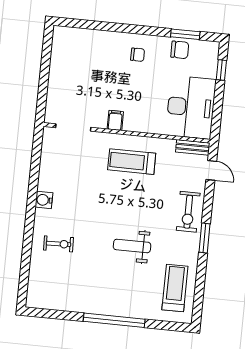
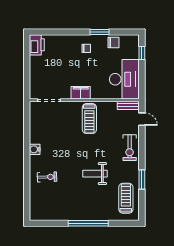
window: (185, 34) -> (100, 32), moved
printer: (63, 42) -> (37, 45), added
filing cabinet: (115, 120) -> (81, 93), width x2.00
treadmill: (132, 162) -> (89, 119), turned -90
window: (205, 238) -> (142, 180), moved

